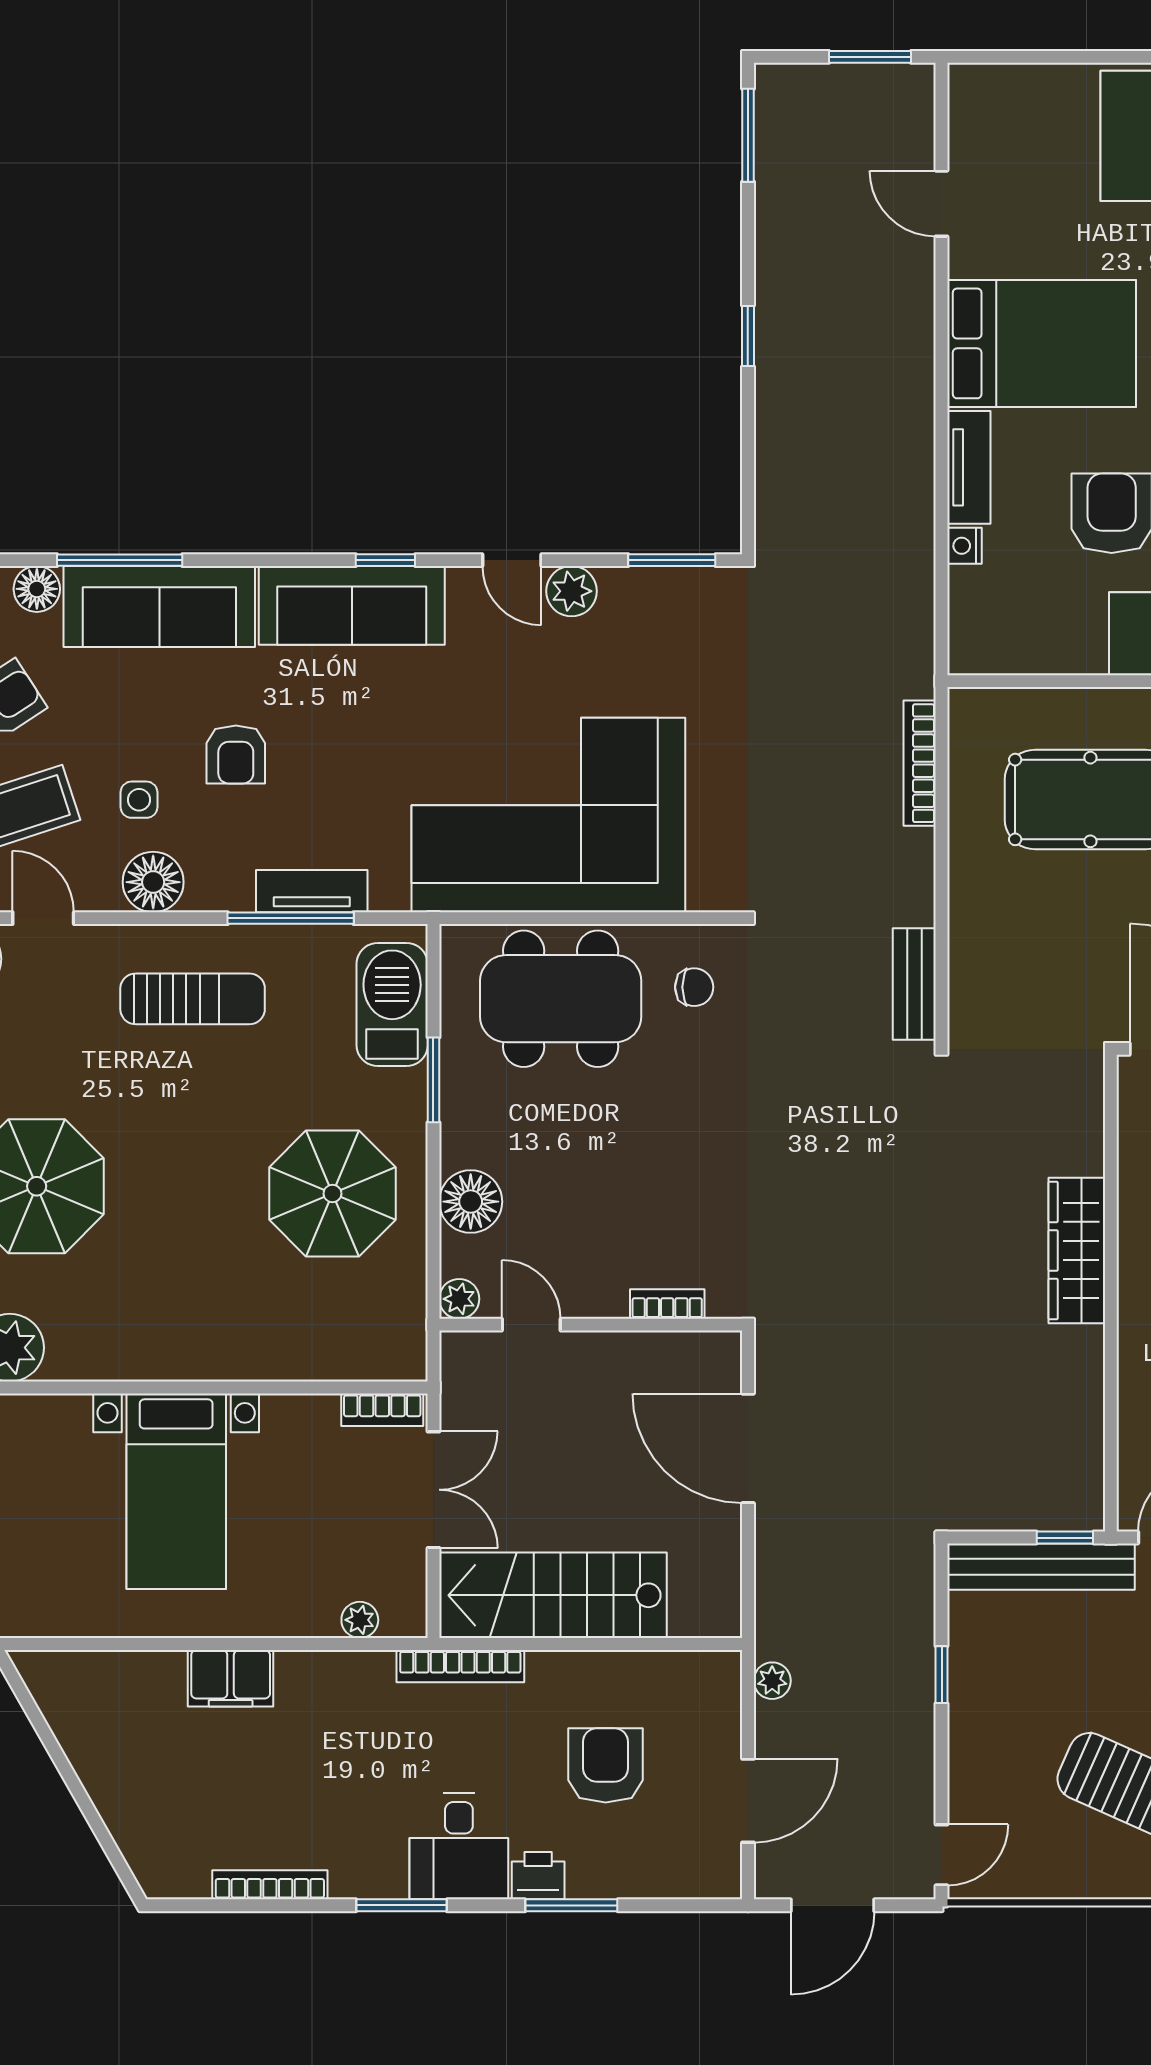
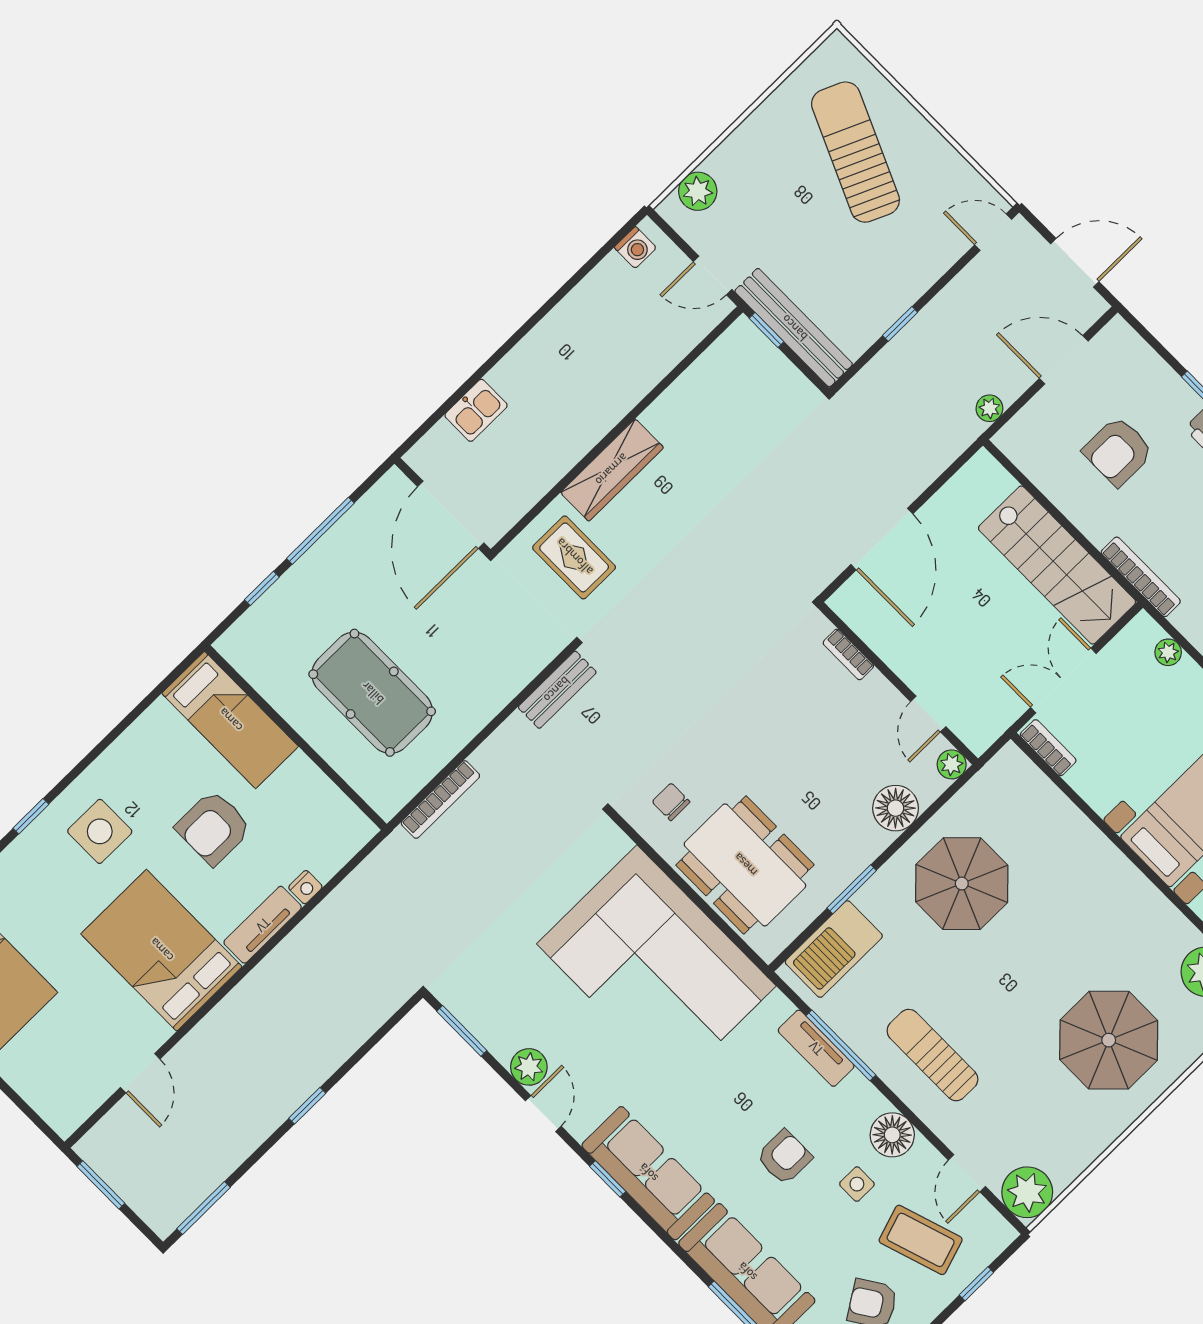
rug: (1028, 1129) -> (574, 557), added

